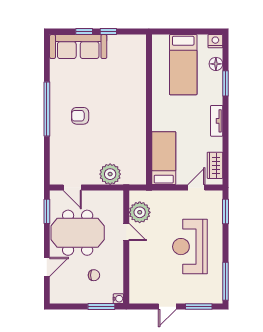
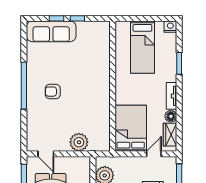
floor lamp: (216, 64) -> (171, 116), moved
bed: (164, 158) -> (131, 128), width x1.50

